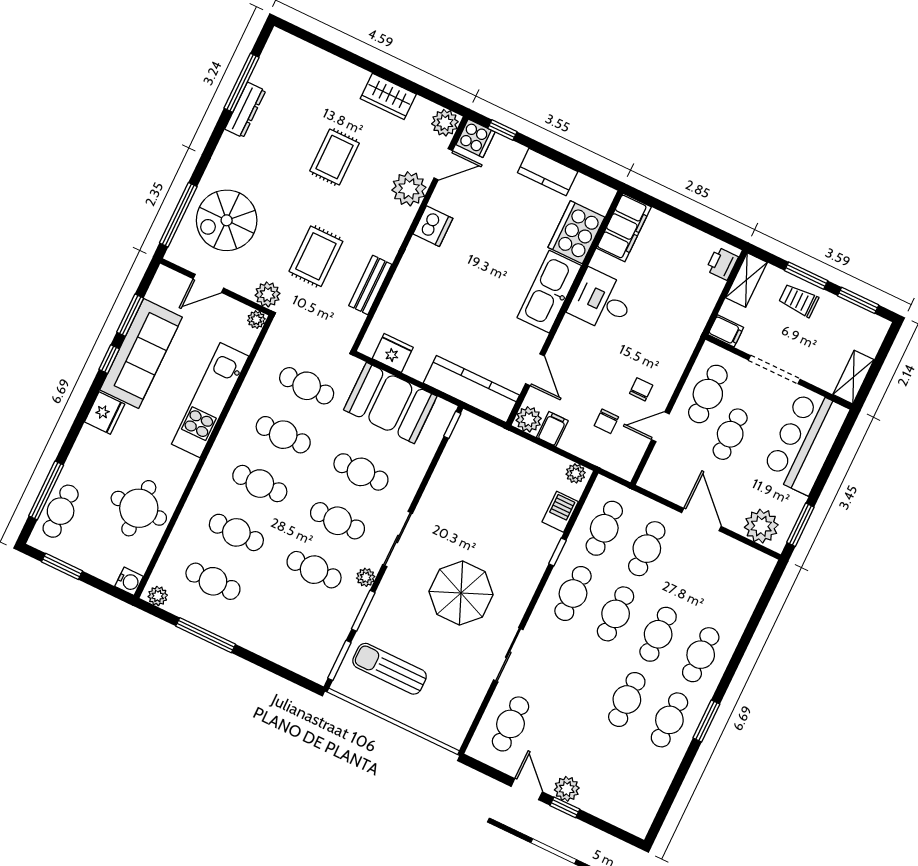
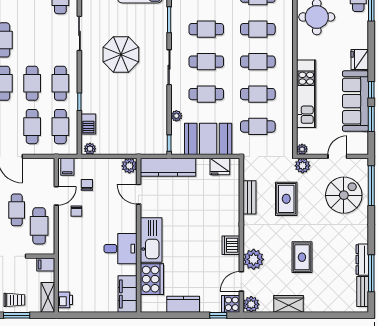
bench: (268, 61) -> (363, 292), added
filing cabinet: (552, 429) -> (67, 167), moved
plant: (366, 577) -> (176, 116), moved

